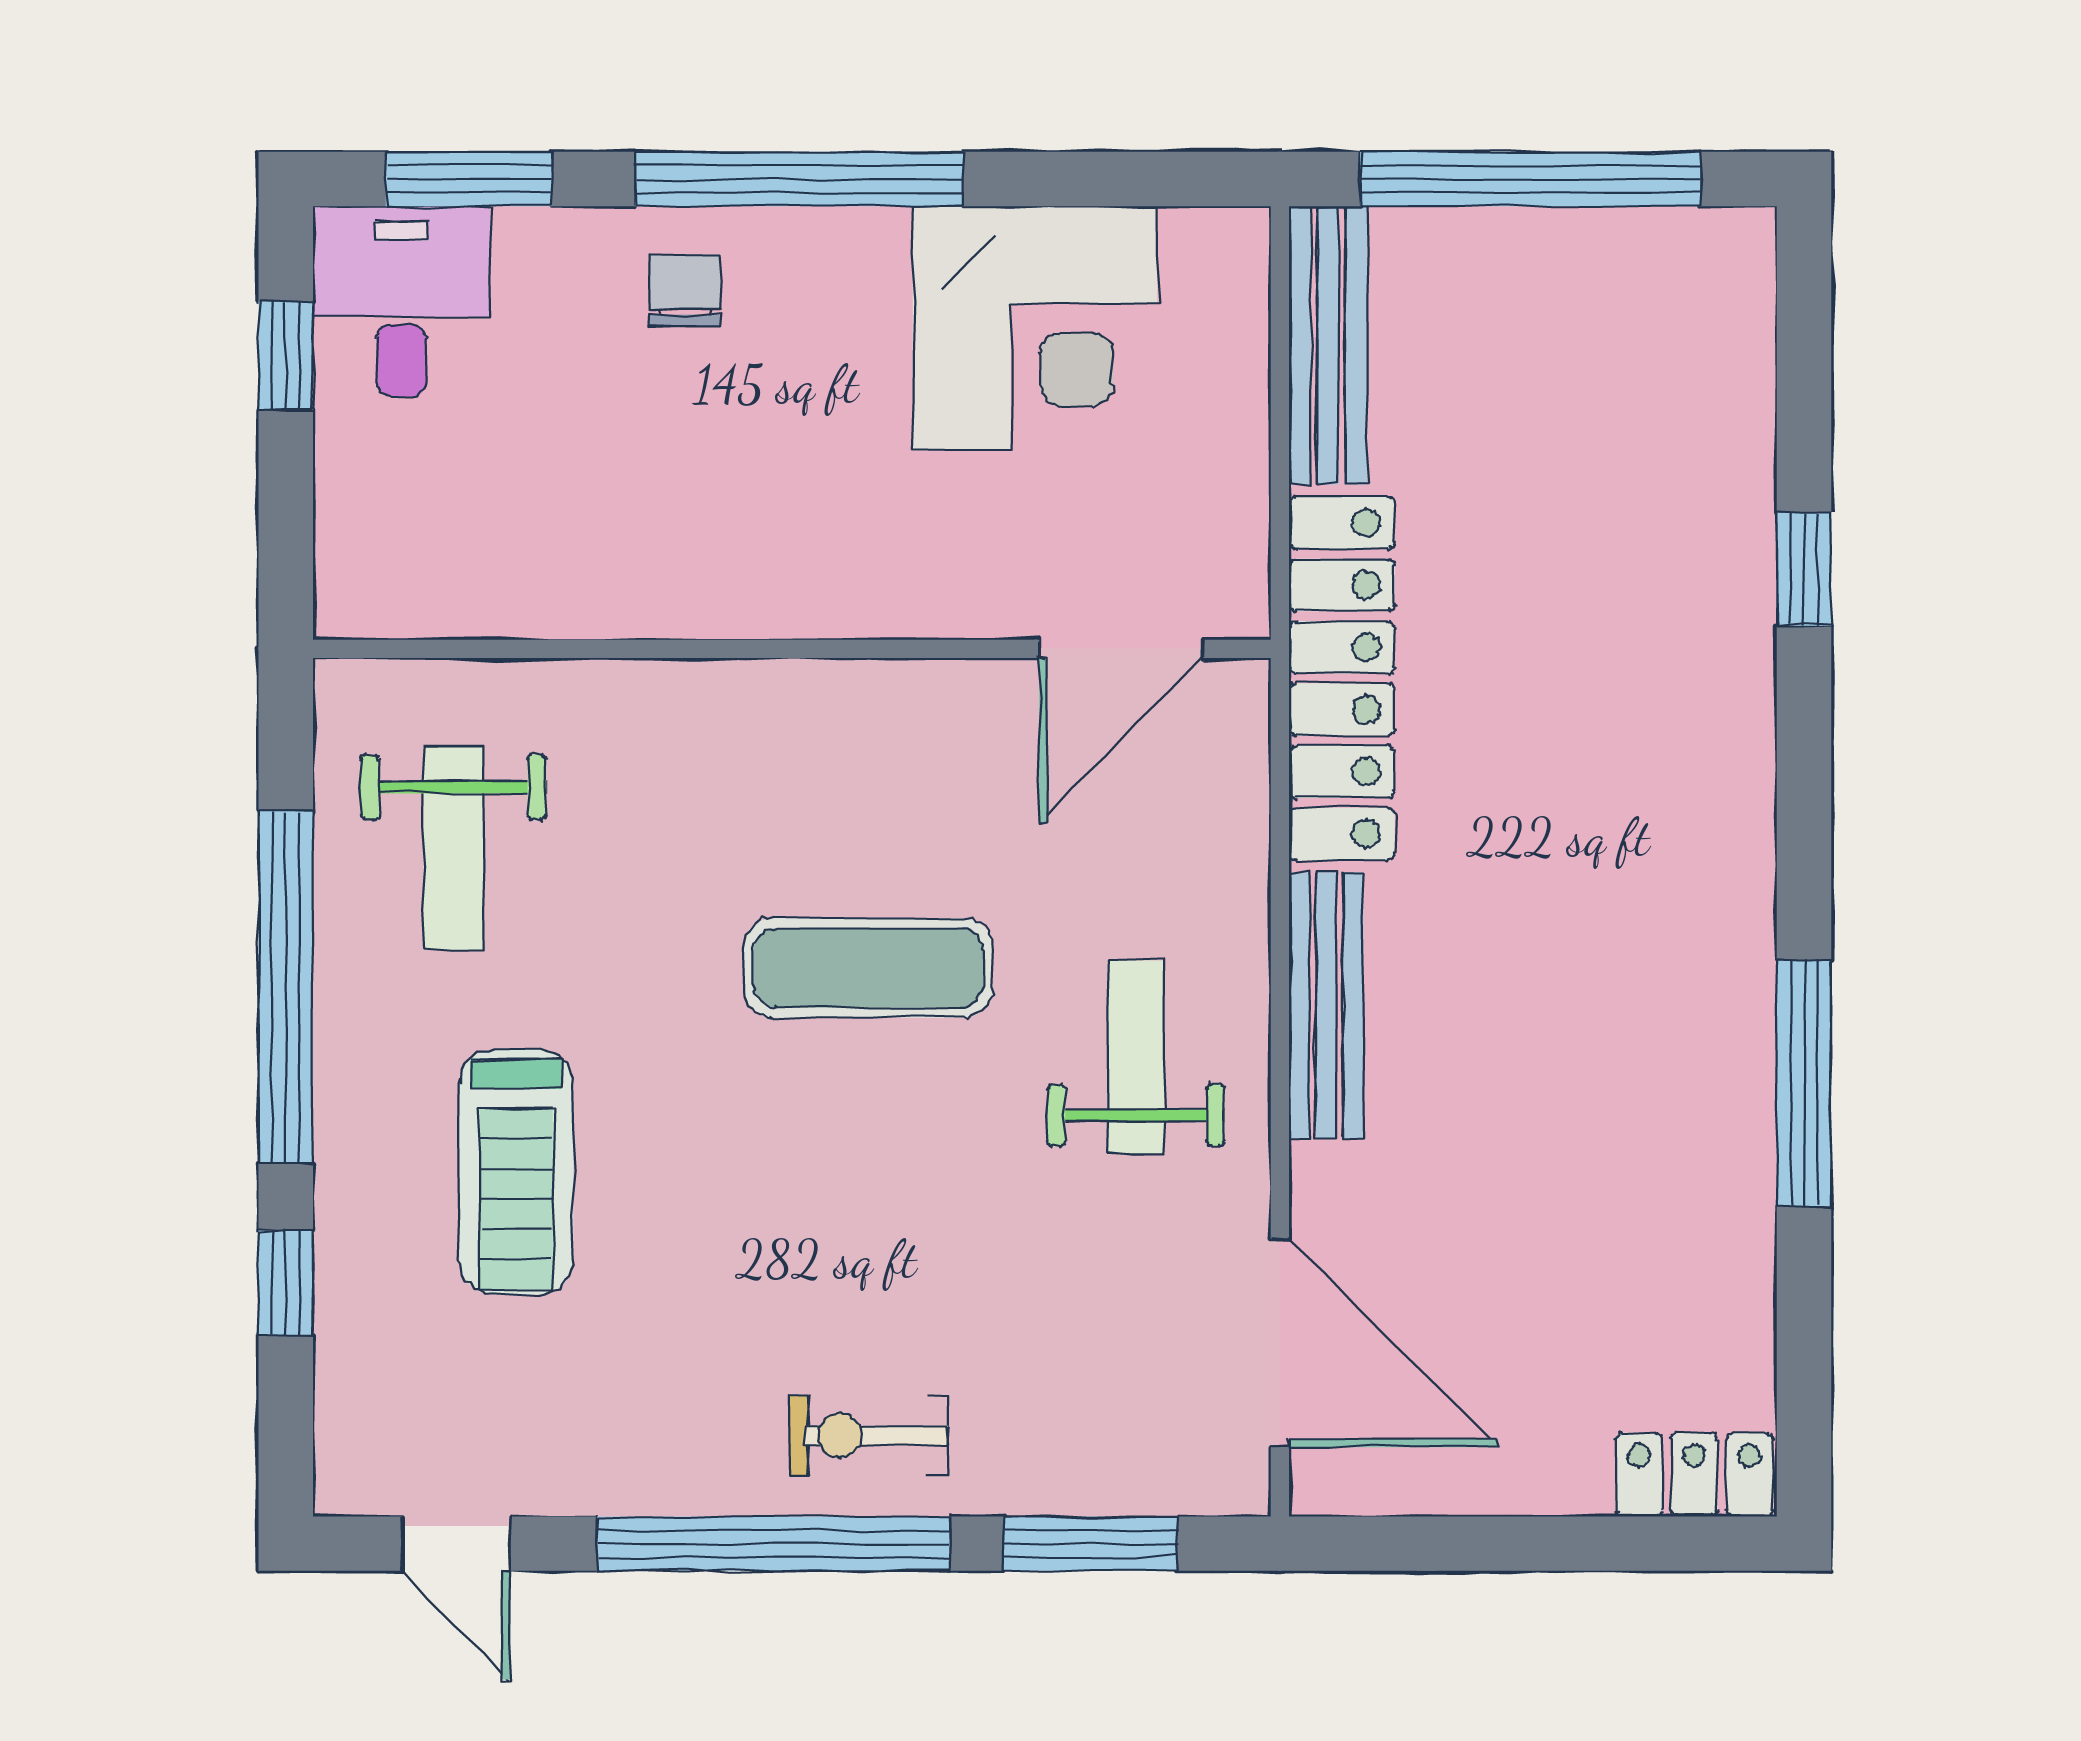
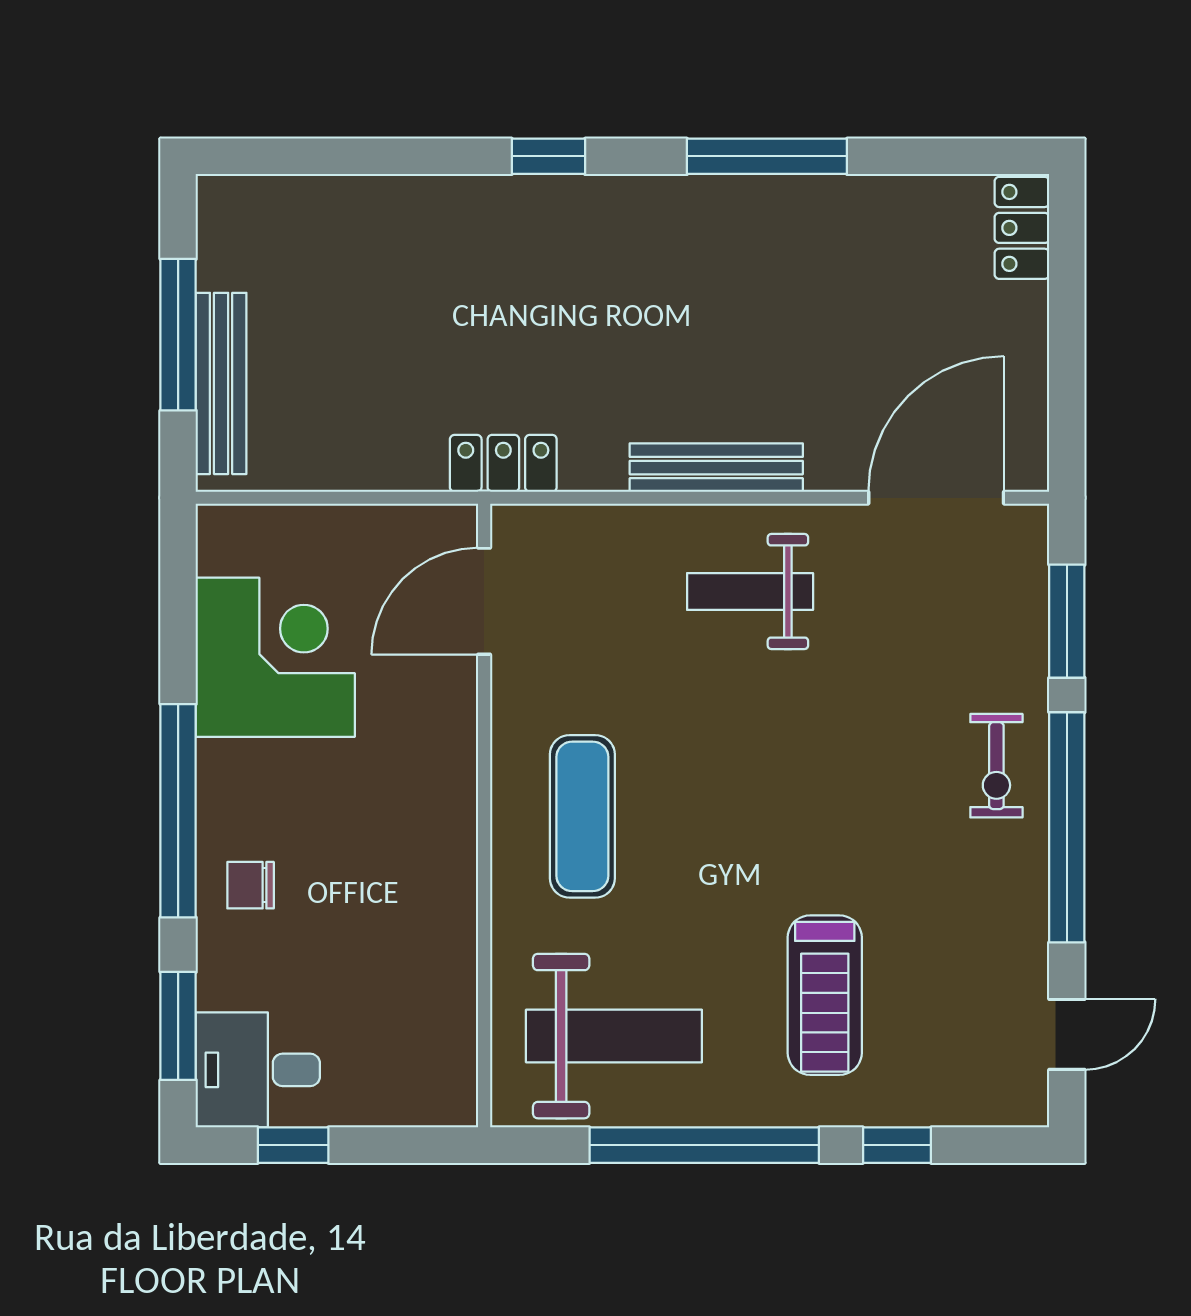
window: (1530, 179) -> (178, 335), width x0.68
bench: (1328, 345) -> (221, 383), moved, turned 90
window: (1804, 569) -> (548, 156), moved
door: (1121, 649) -> (484, 601), swing flipped
locker: (1342, 678) -> (503, 463), width x0.46, depth x0.83
weight bench: (453, 848) -> (614, 1036), width x1.36, depth x1.33
exercise mat: (868, 968) -> (582, 816), moved
treadmill: (516, 1172) -> (825, 995), turned 90

